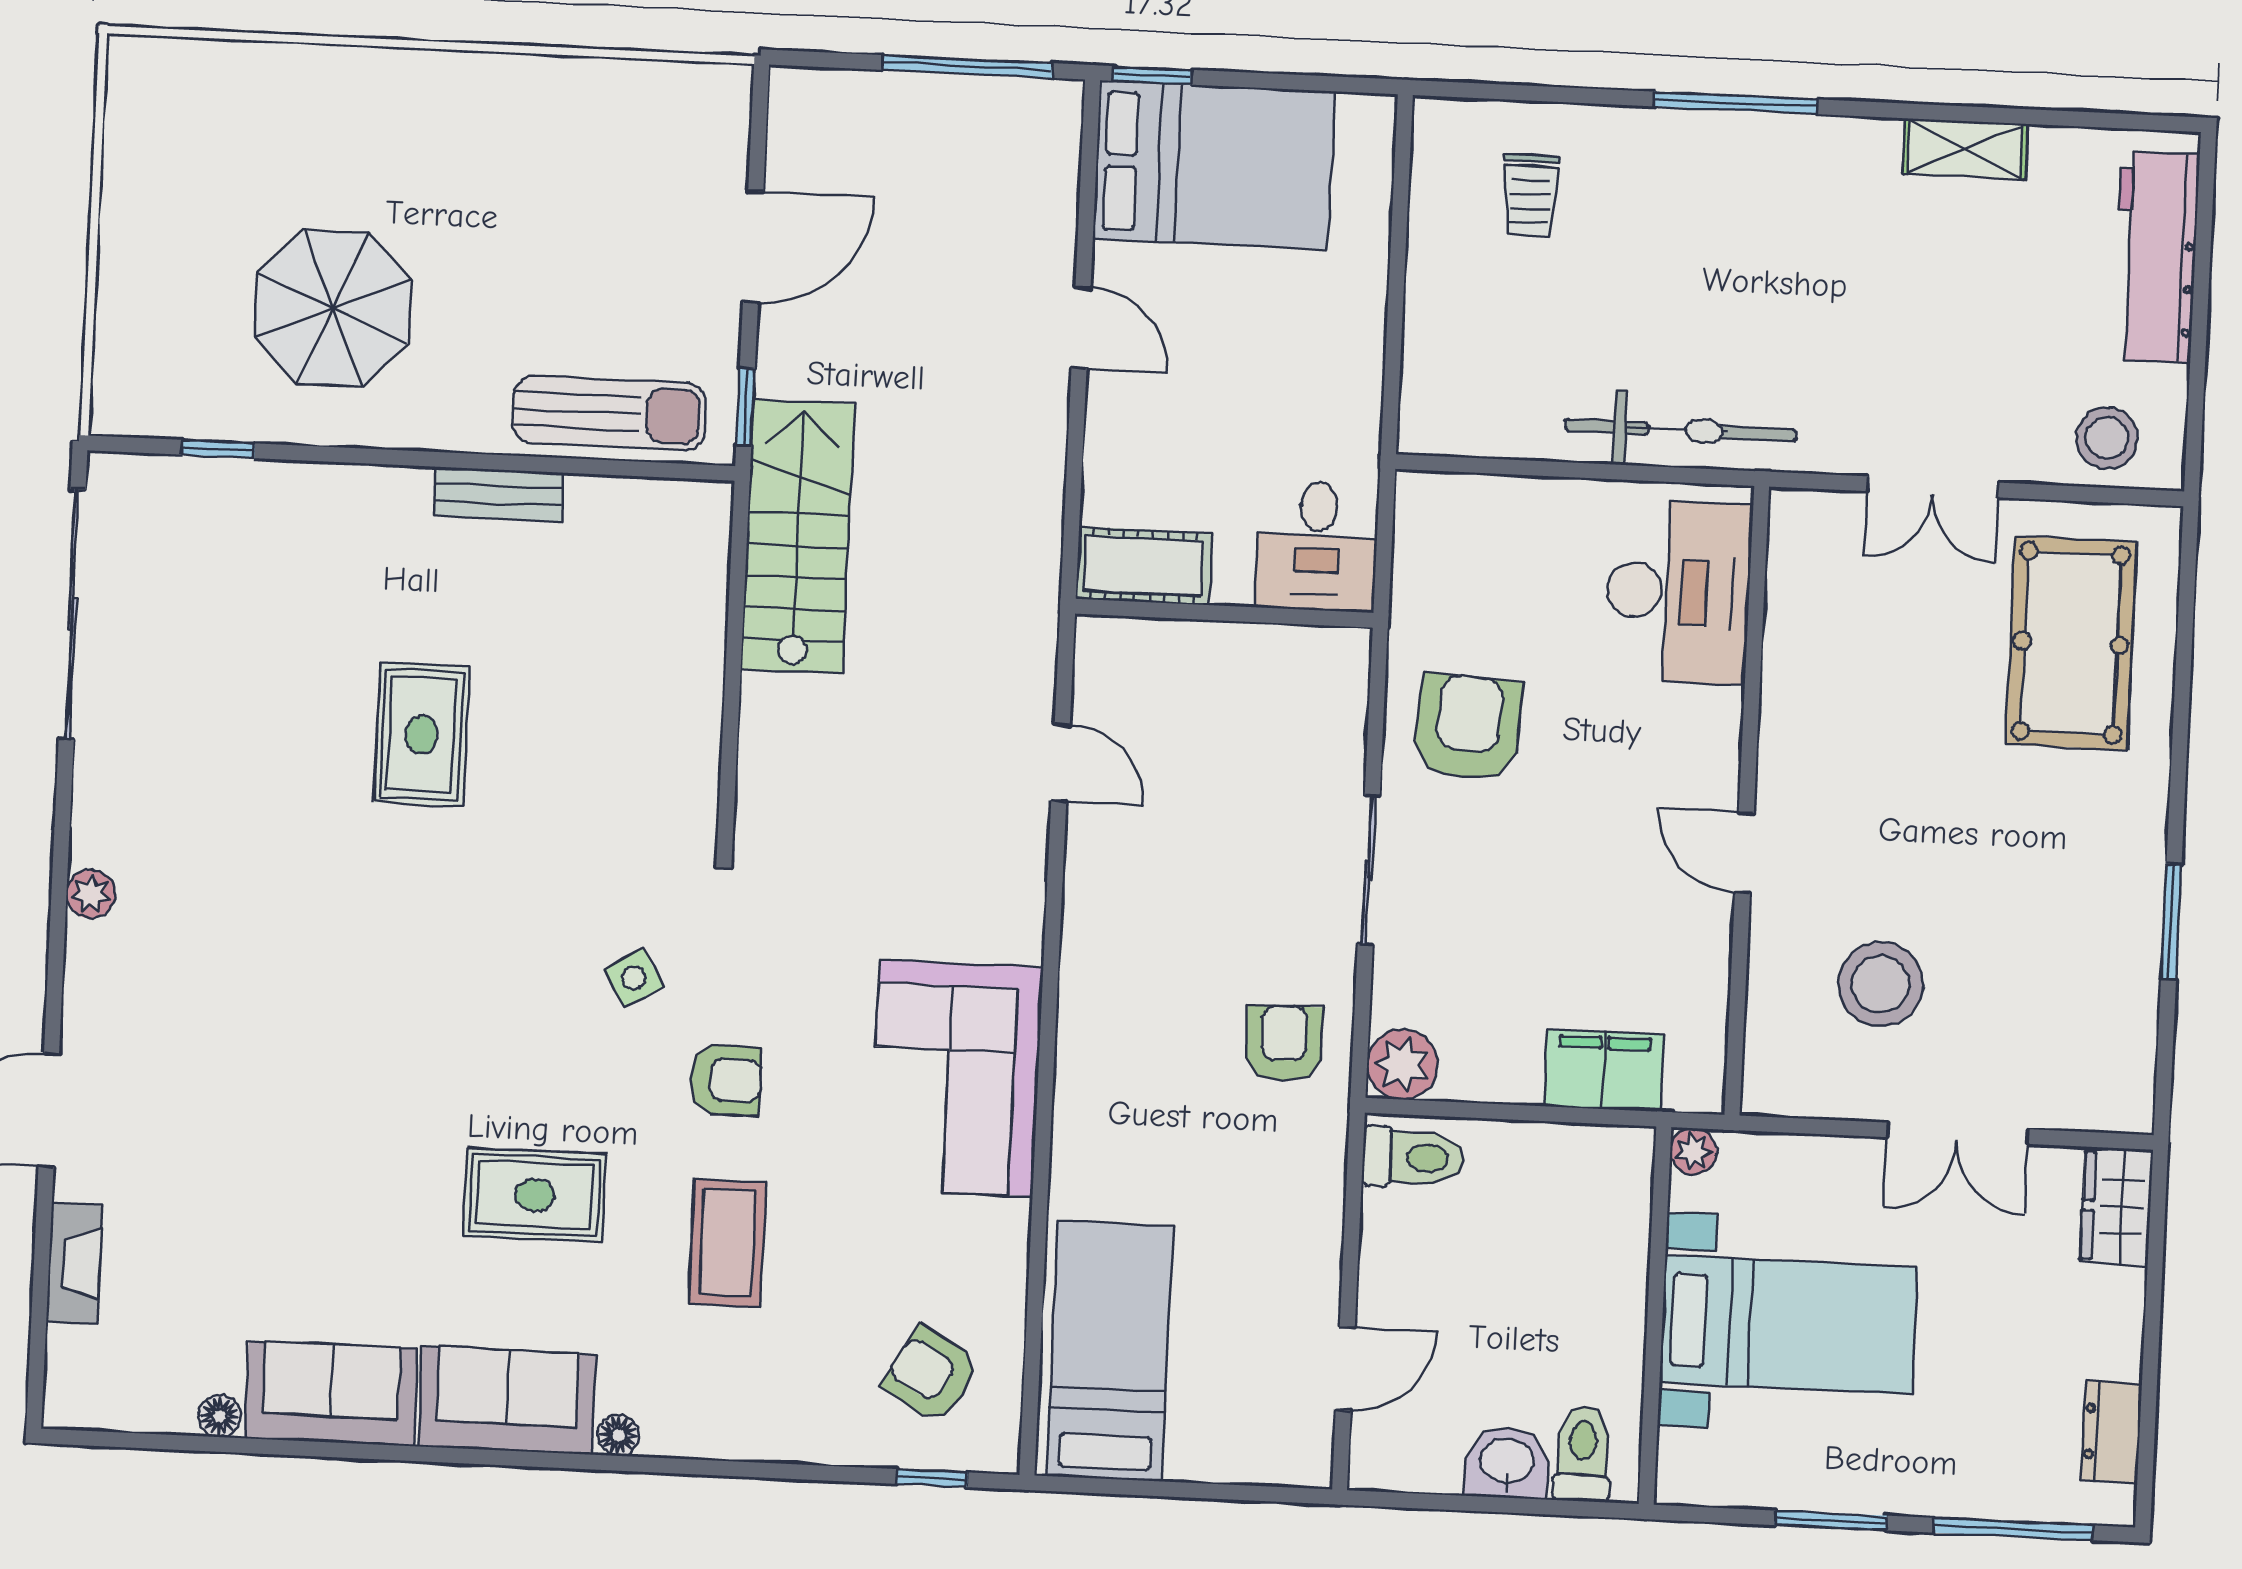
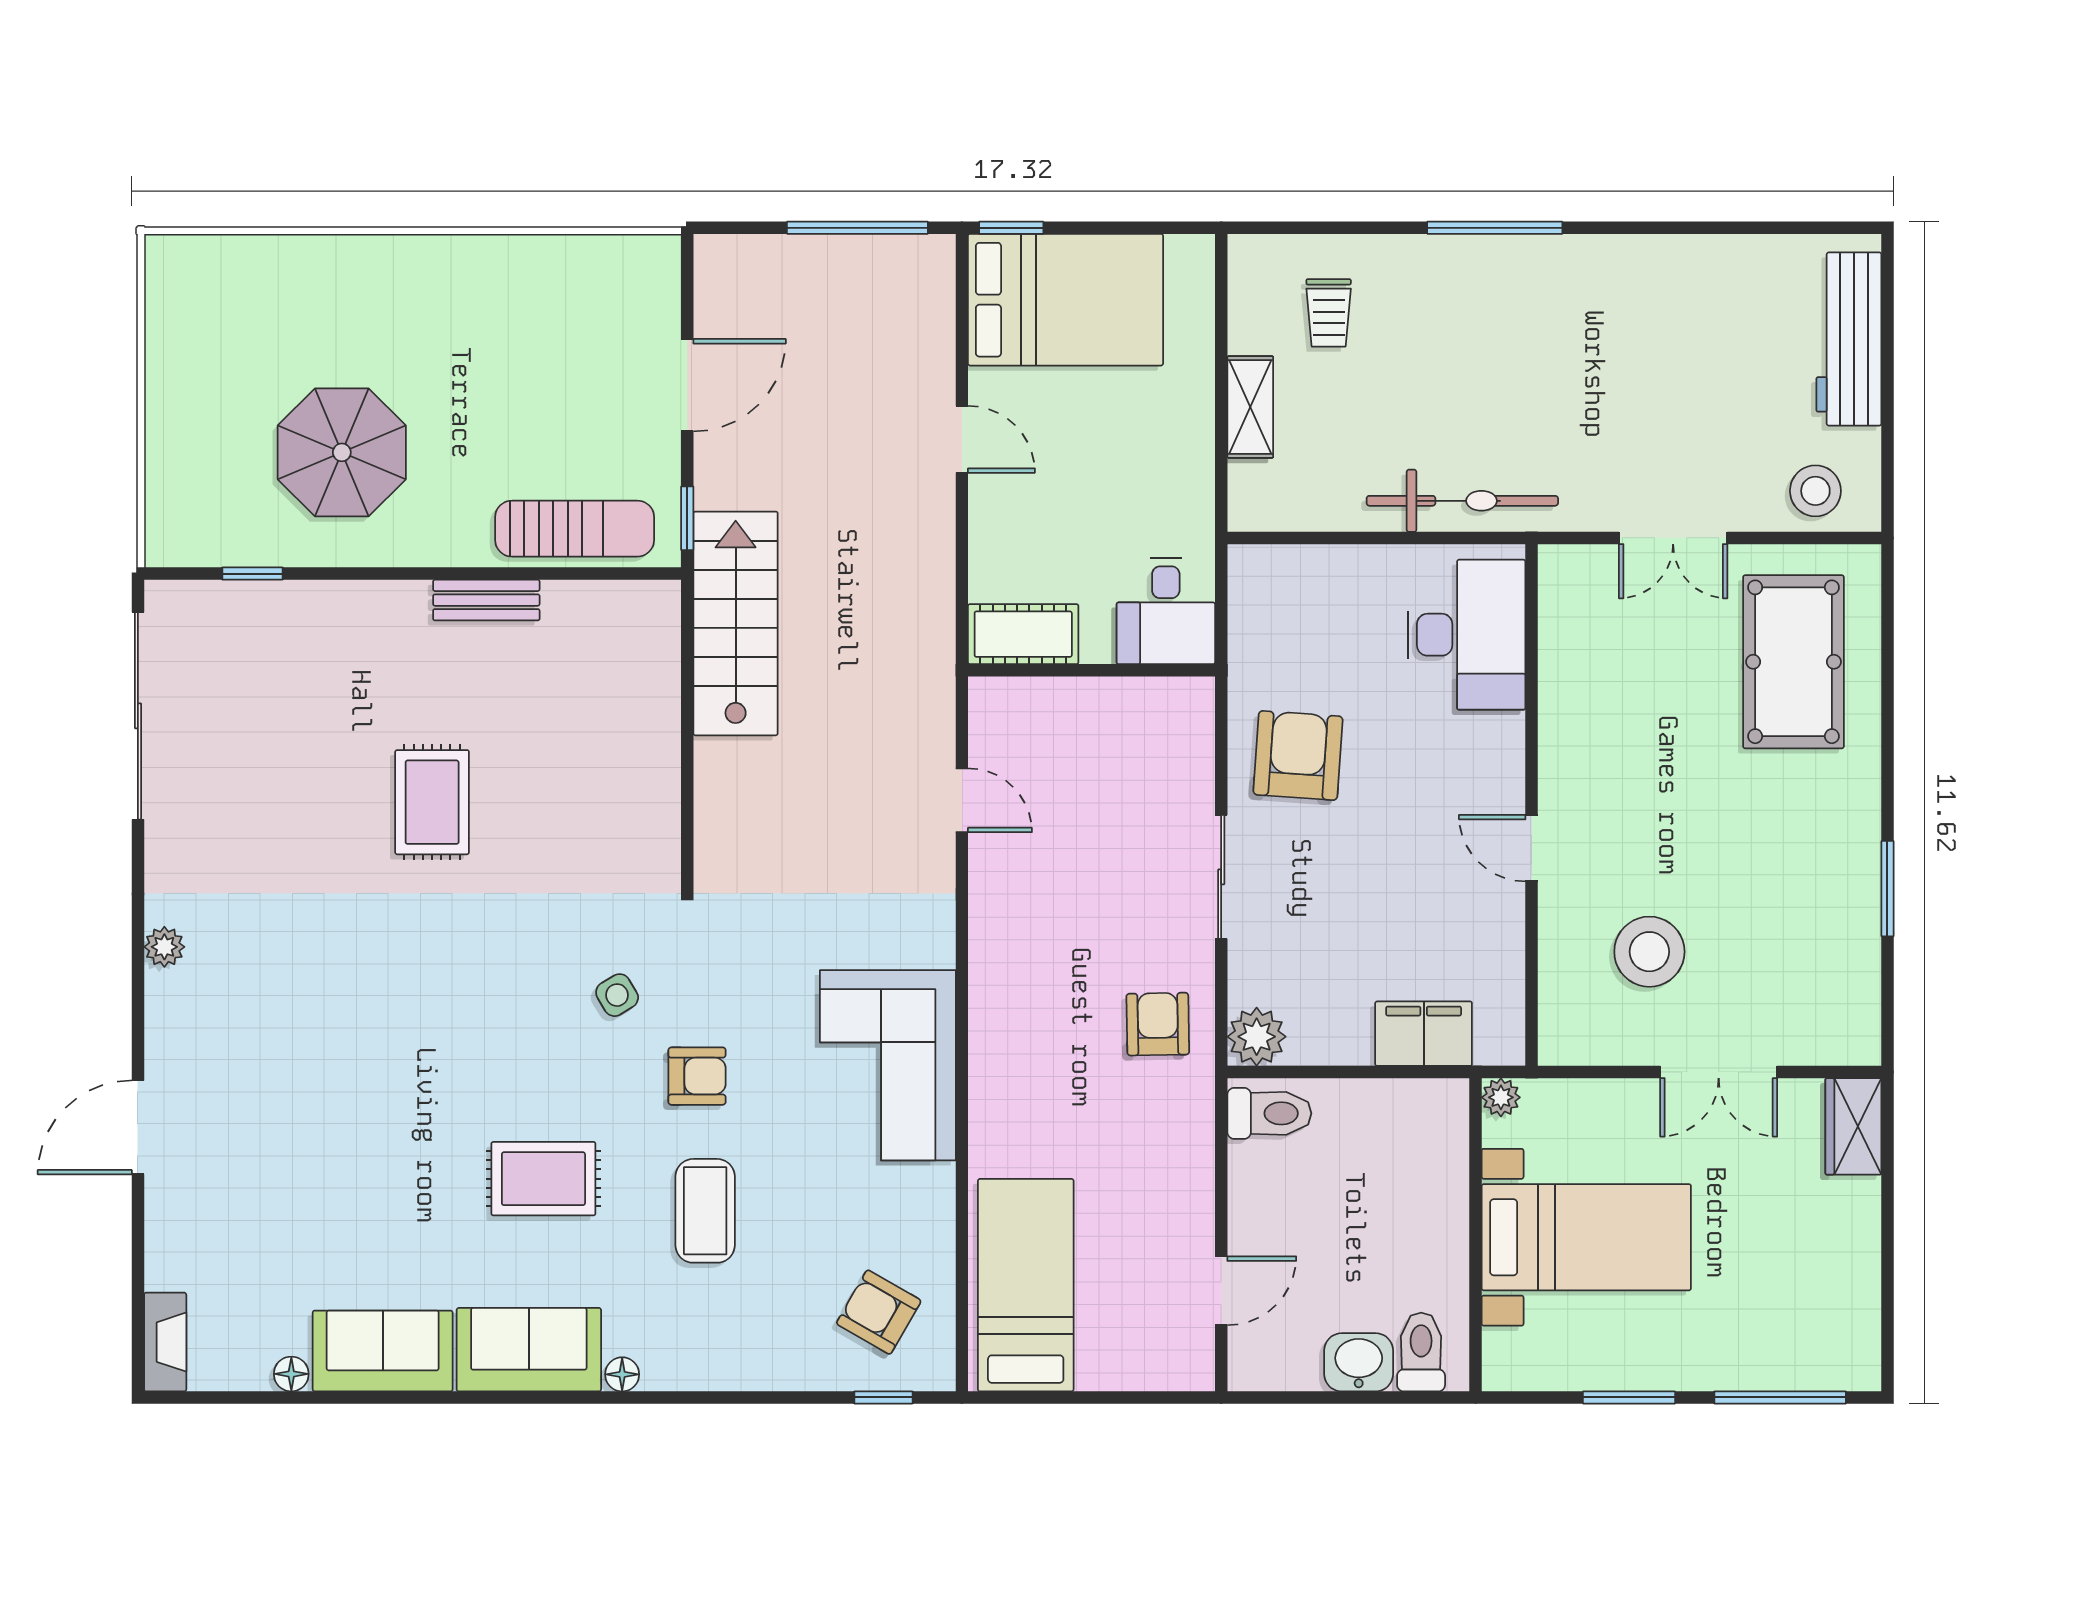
shelving: (1965, 149) -> (1250, 407), moved, turned 90
fireplace: (74, 1263) -> (165, 1342), moved
dresser: (2112, 1432) -> (1858, 1313), removed

